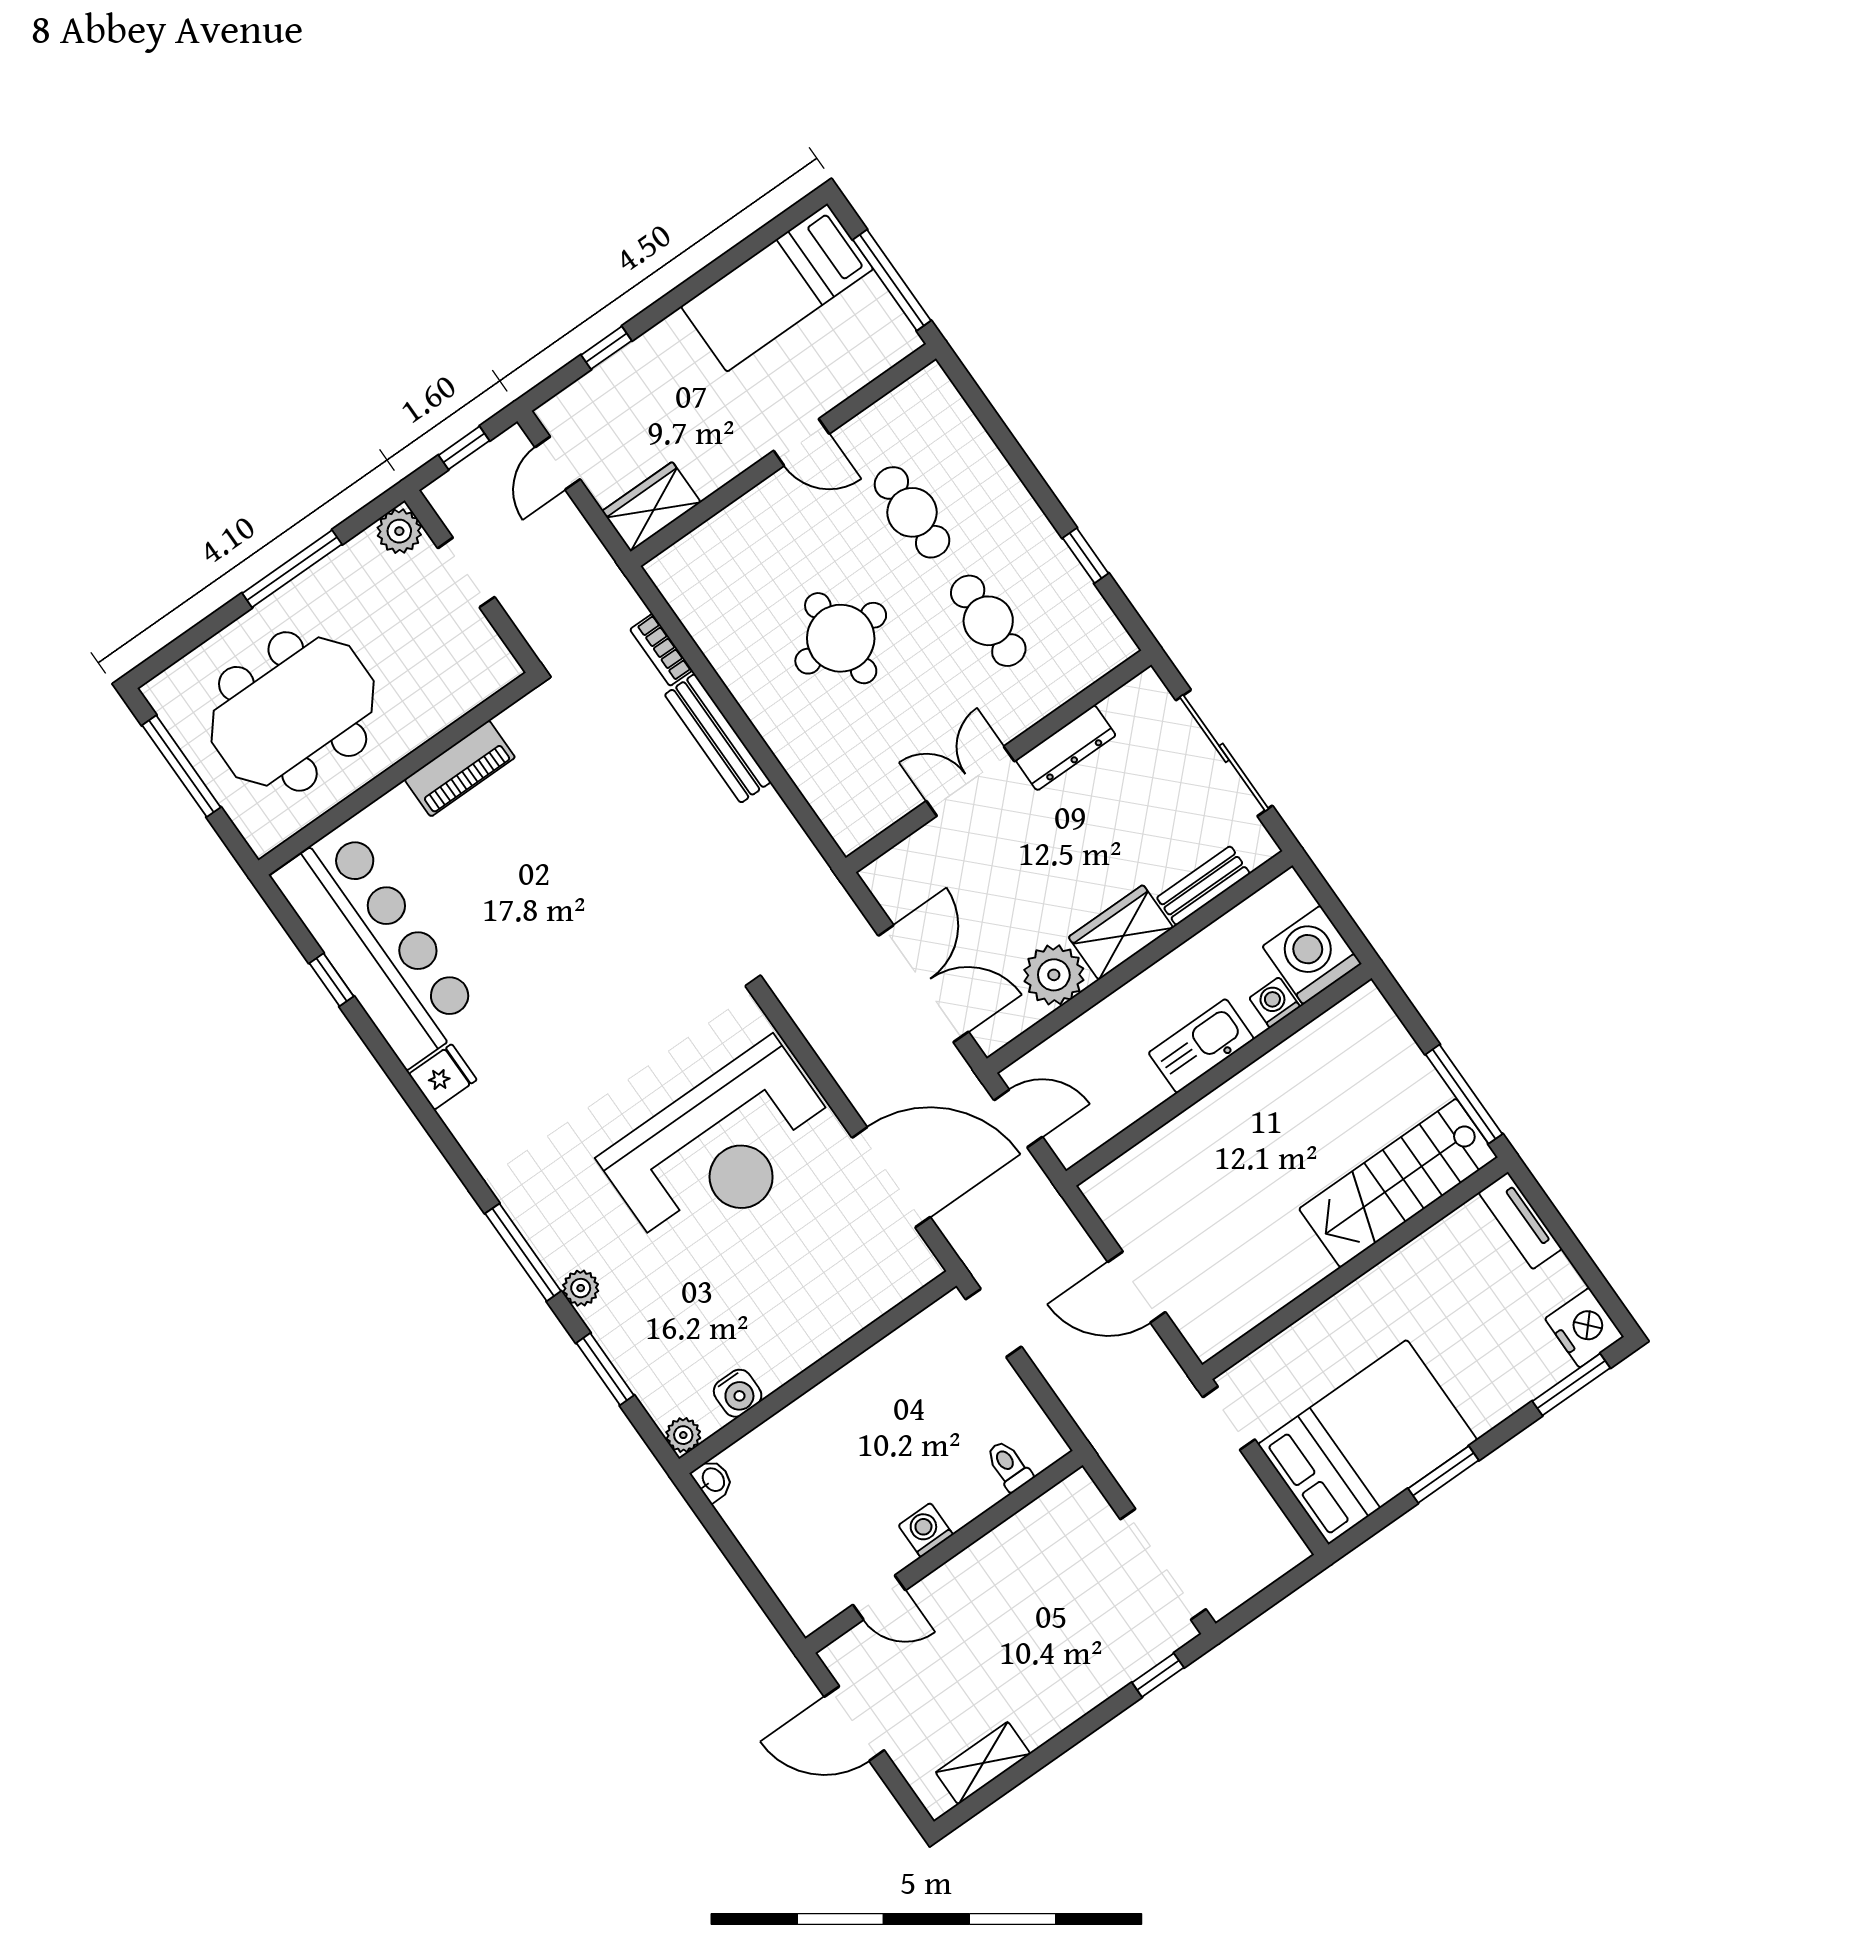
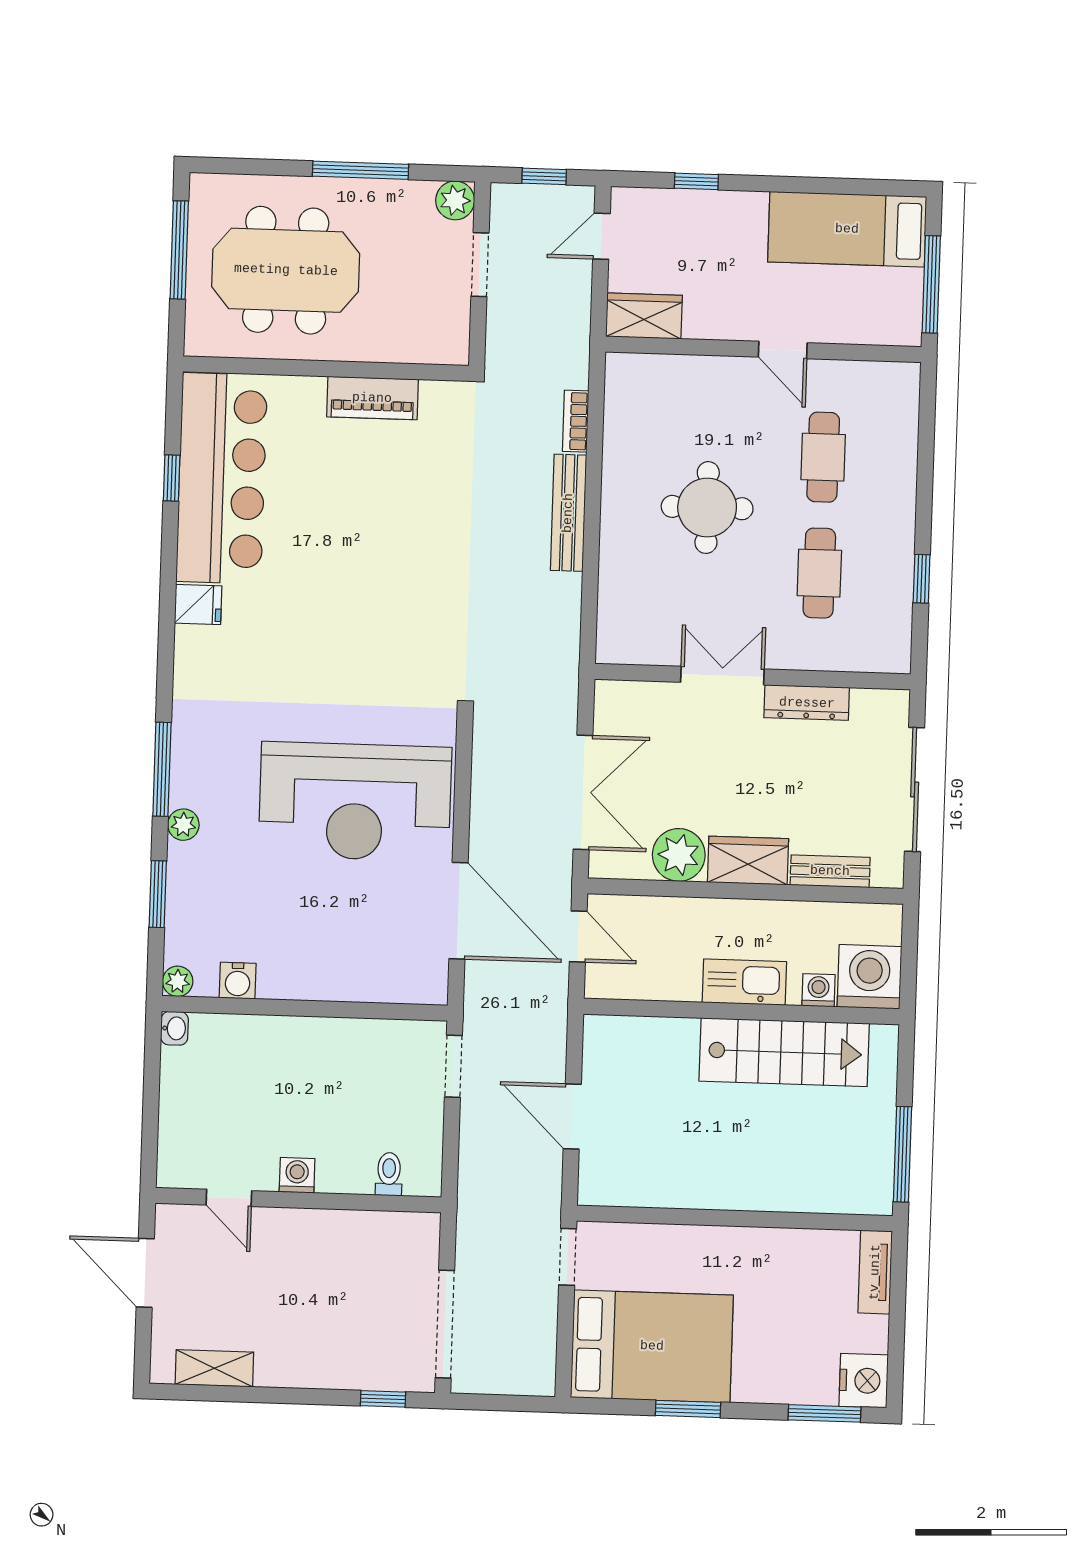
stairs: (1398, 1183) -> (784, 1052), moved, turned 180

